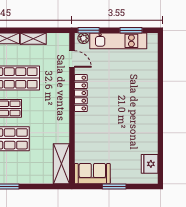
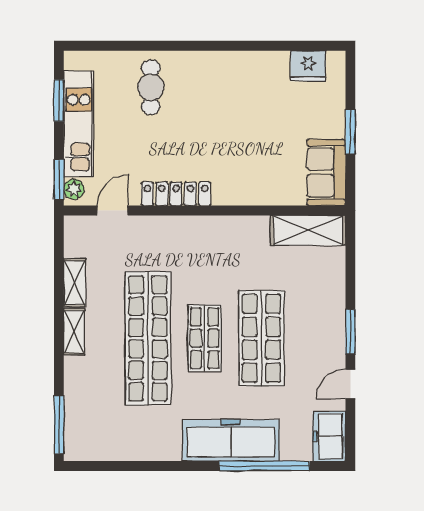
cafe table: (138, 79) -> (151, 87), added

